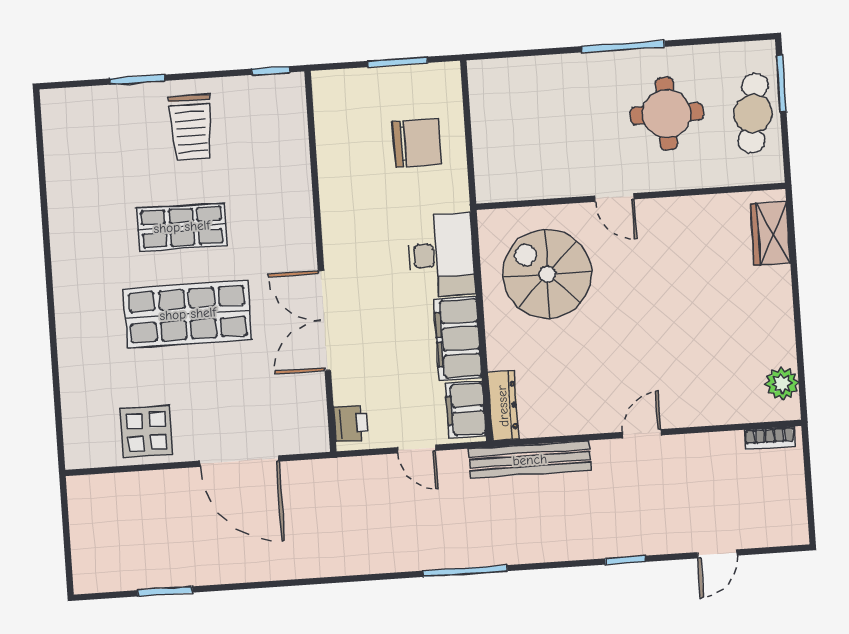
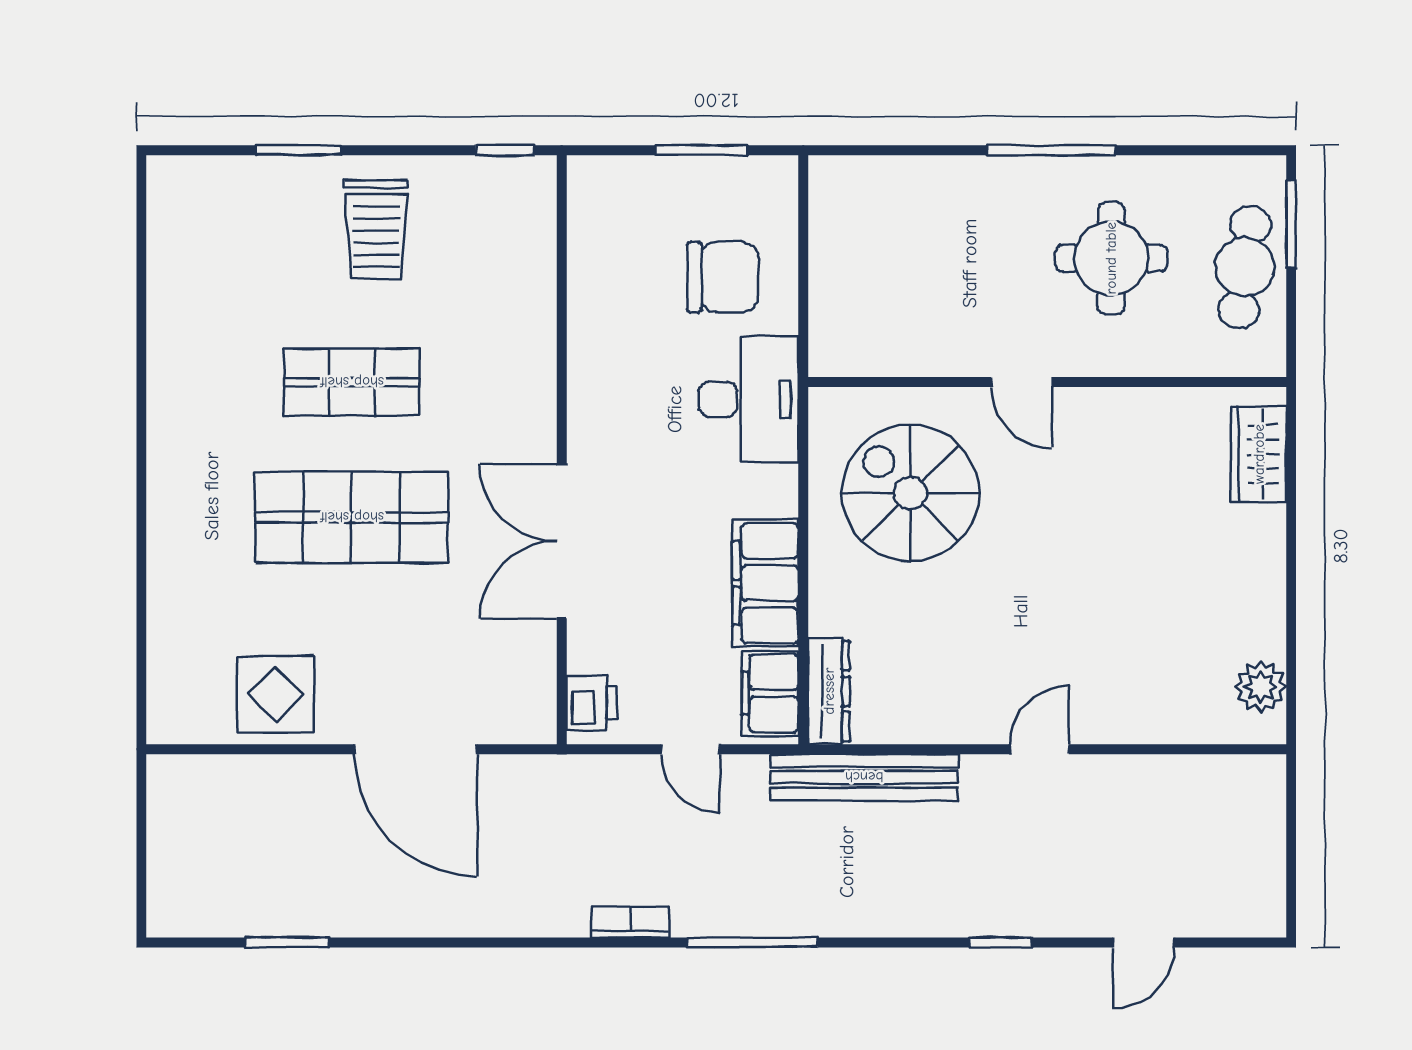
desk: (441, 255) -> (749, 399), moved
bookcase: (770, 438) -> (630, 922), moved, turned 180

